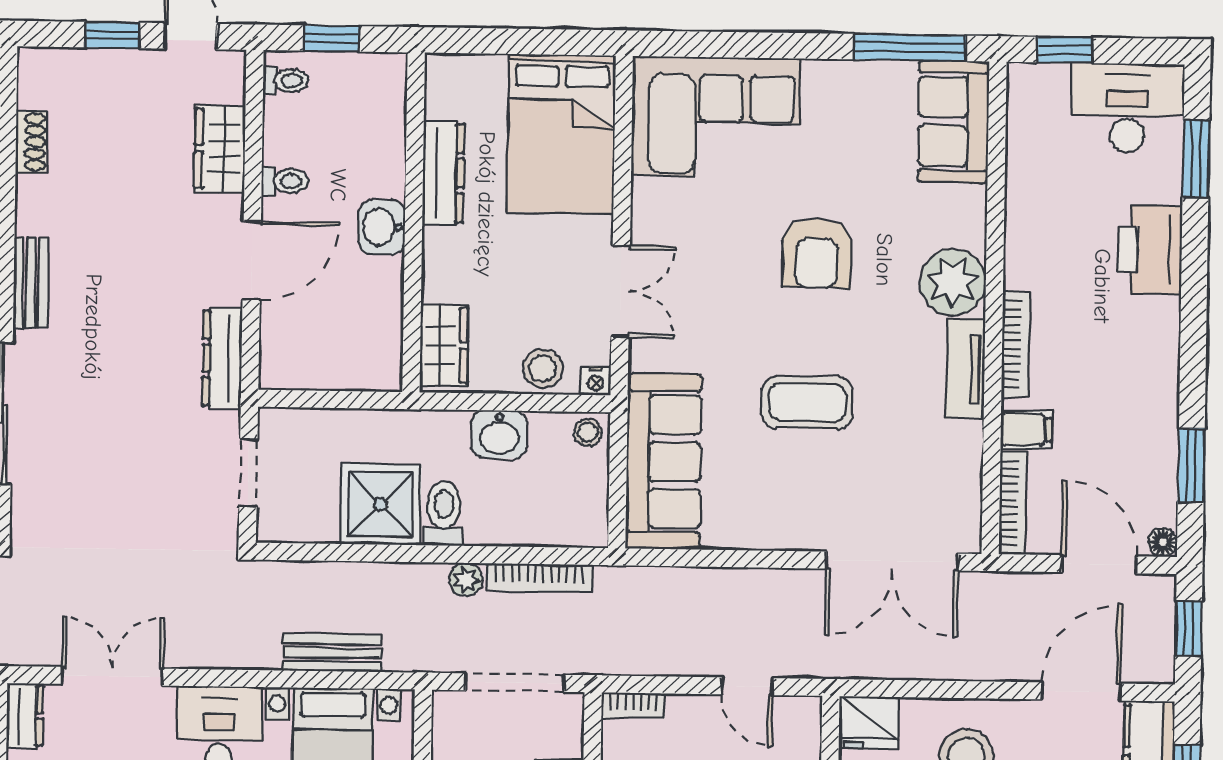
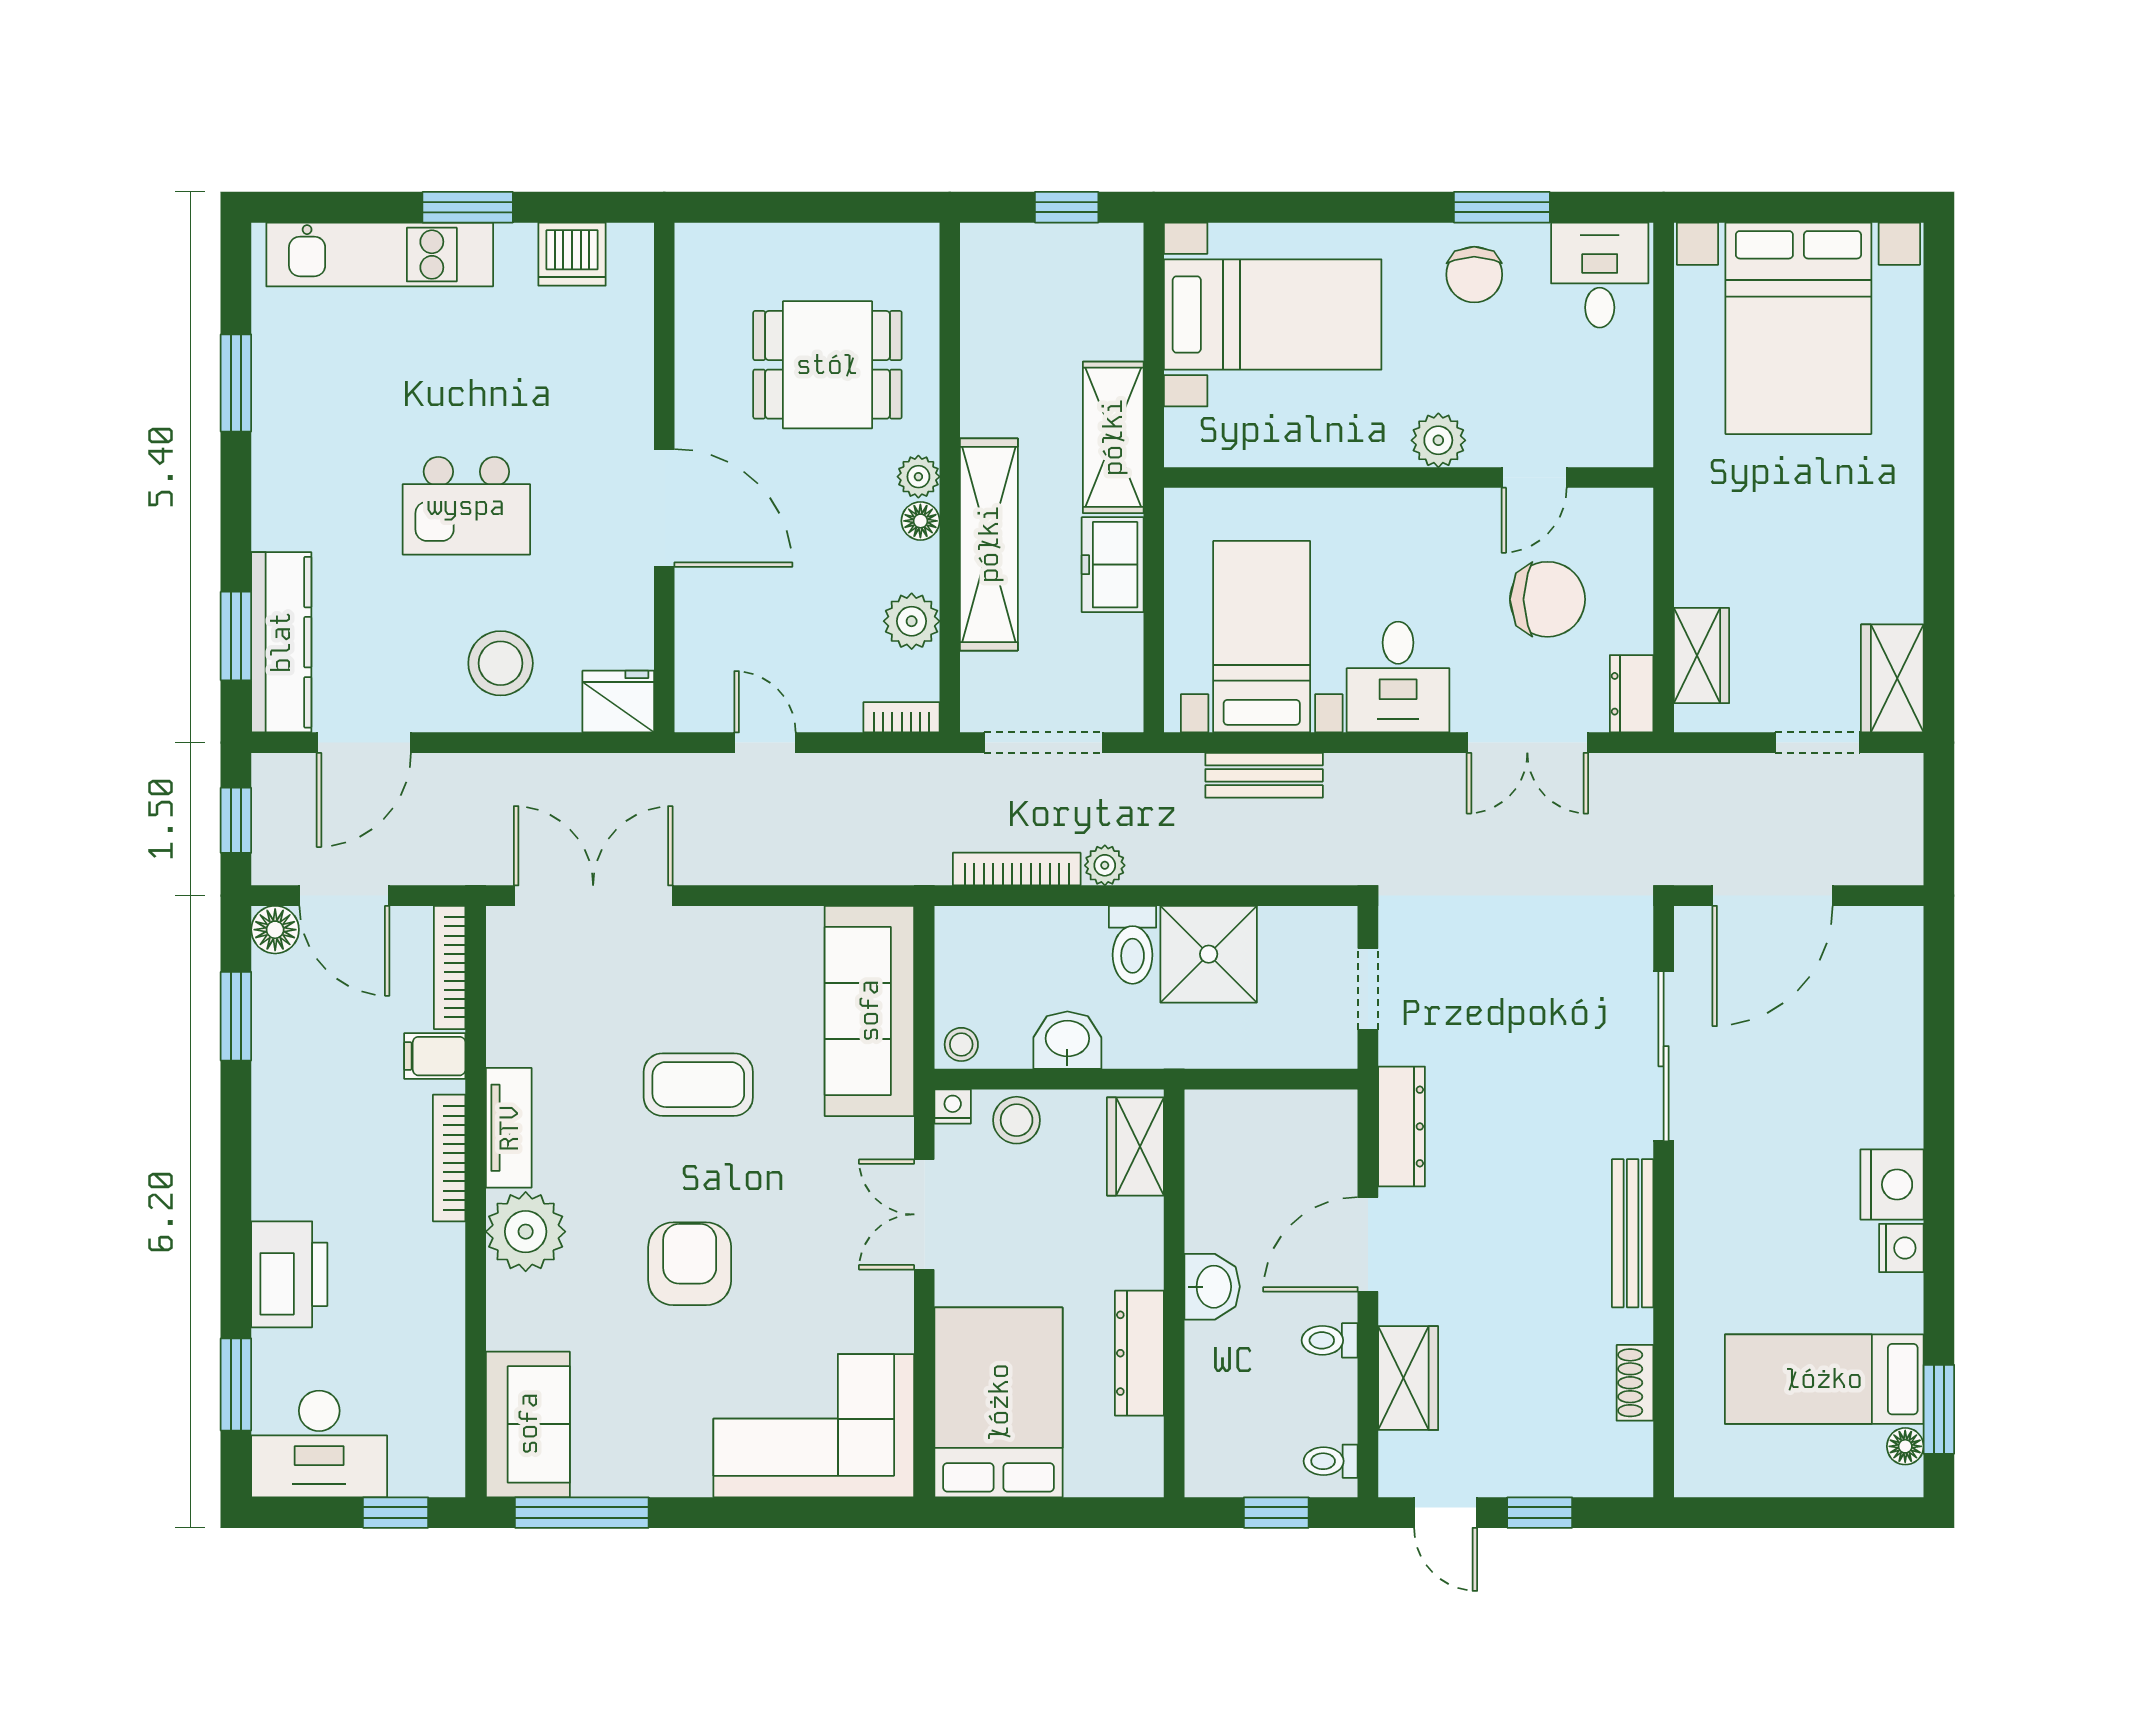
bench: (31, 283) -> (1633, 1233), width x1.36
floor lamp: (1163, 542) -> (275, 930), width x1.37, depth x1.37

